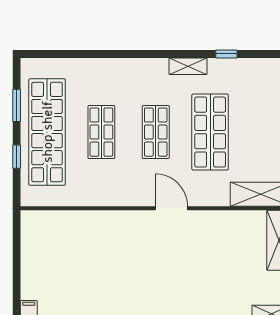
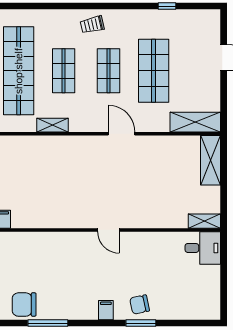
shelving: (188, 66) -> (53, 125), moved
trolley: (136, 76) -> (92, 25), added

